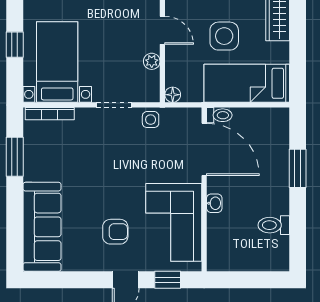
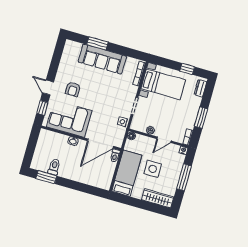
window: (15, 45) -> (187, 69), moved
window: (15, 157) -> (97, 43), moved
window: (298, 168) -> (46, 177), moved
sofa: (42, 227) -> (102, 59), moved

